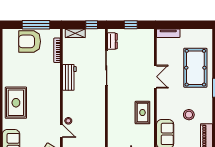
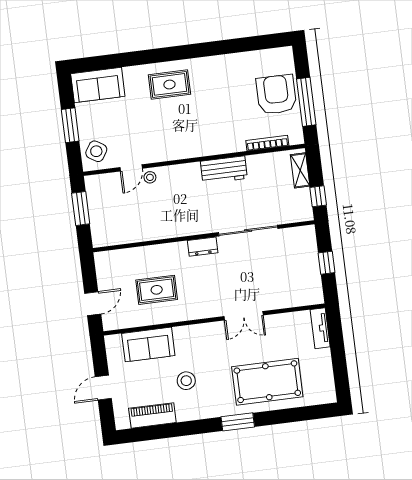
dresser: (112, 41) -> (203, 247), moved
rug: (16, 103) -> (169, 84), width x0.73, depth x0.70
rug: (142, 113) -> (157, 290), moved

